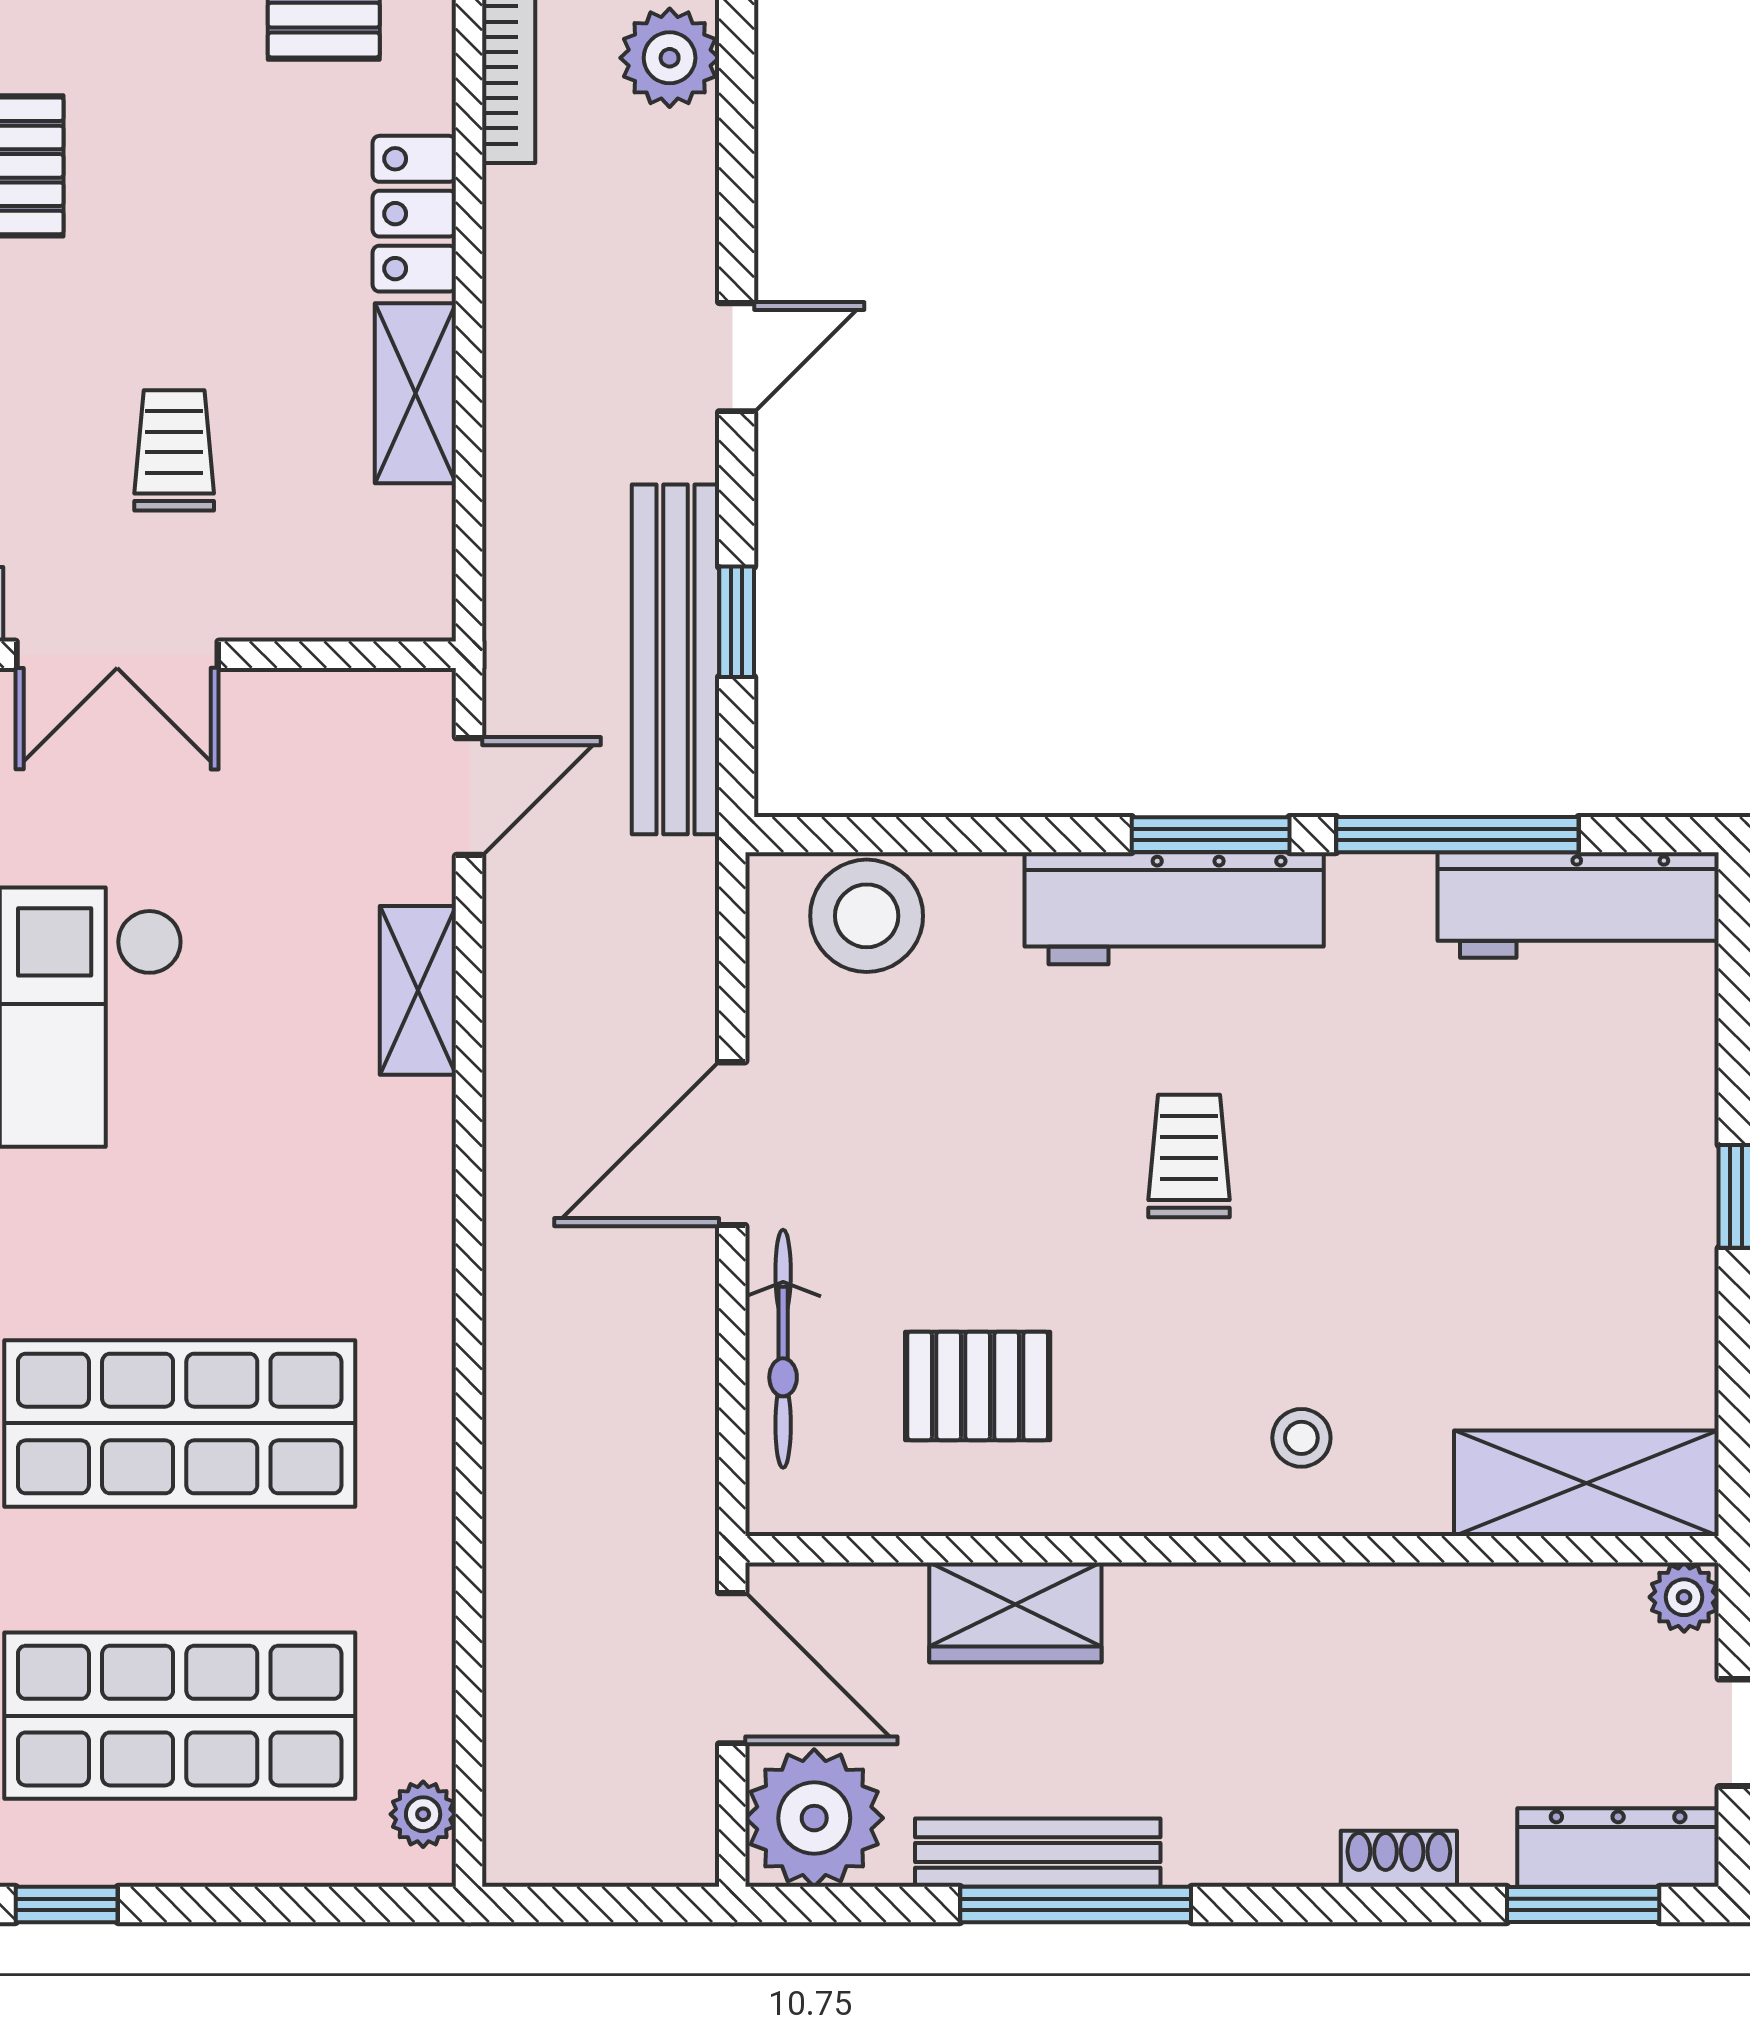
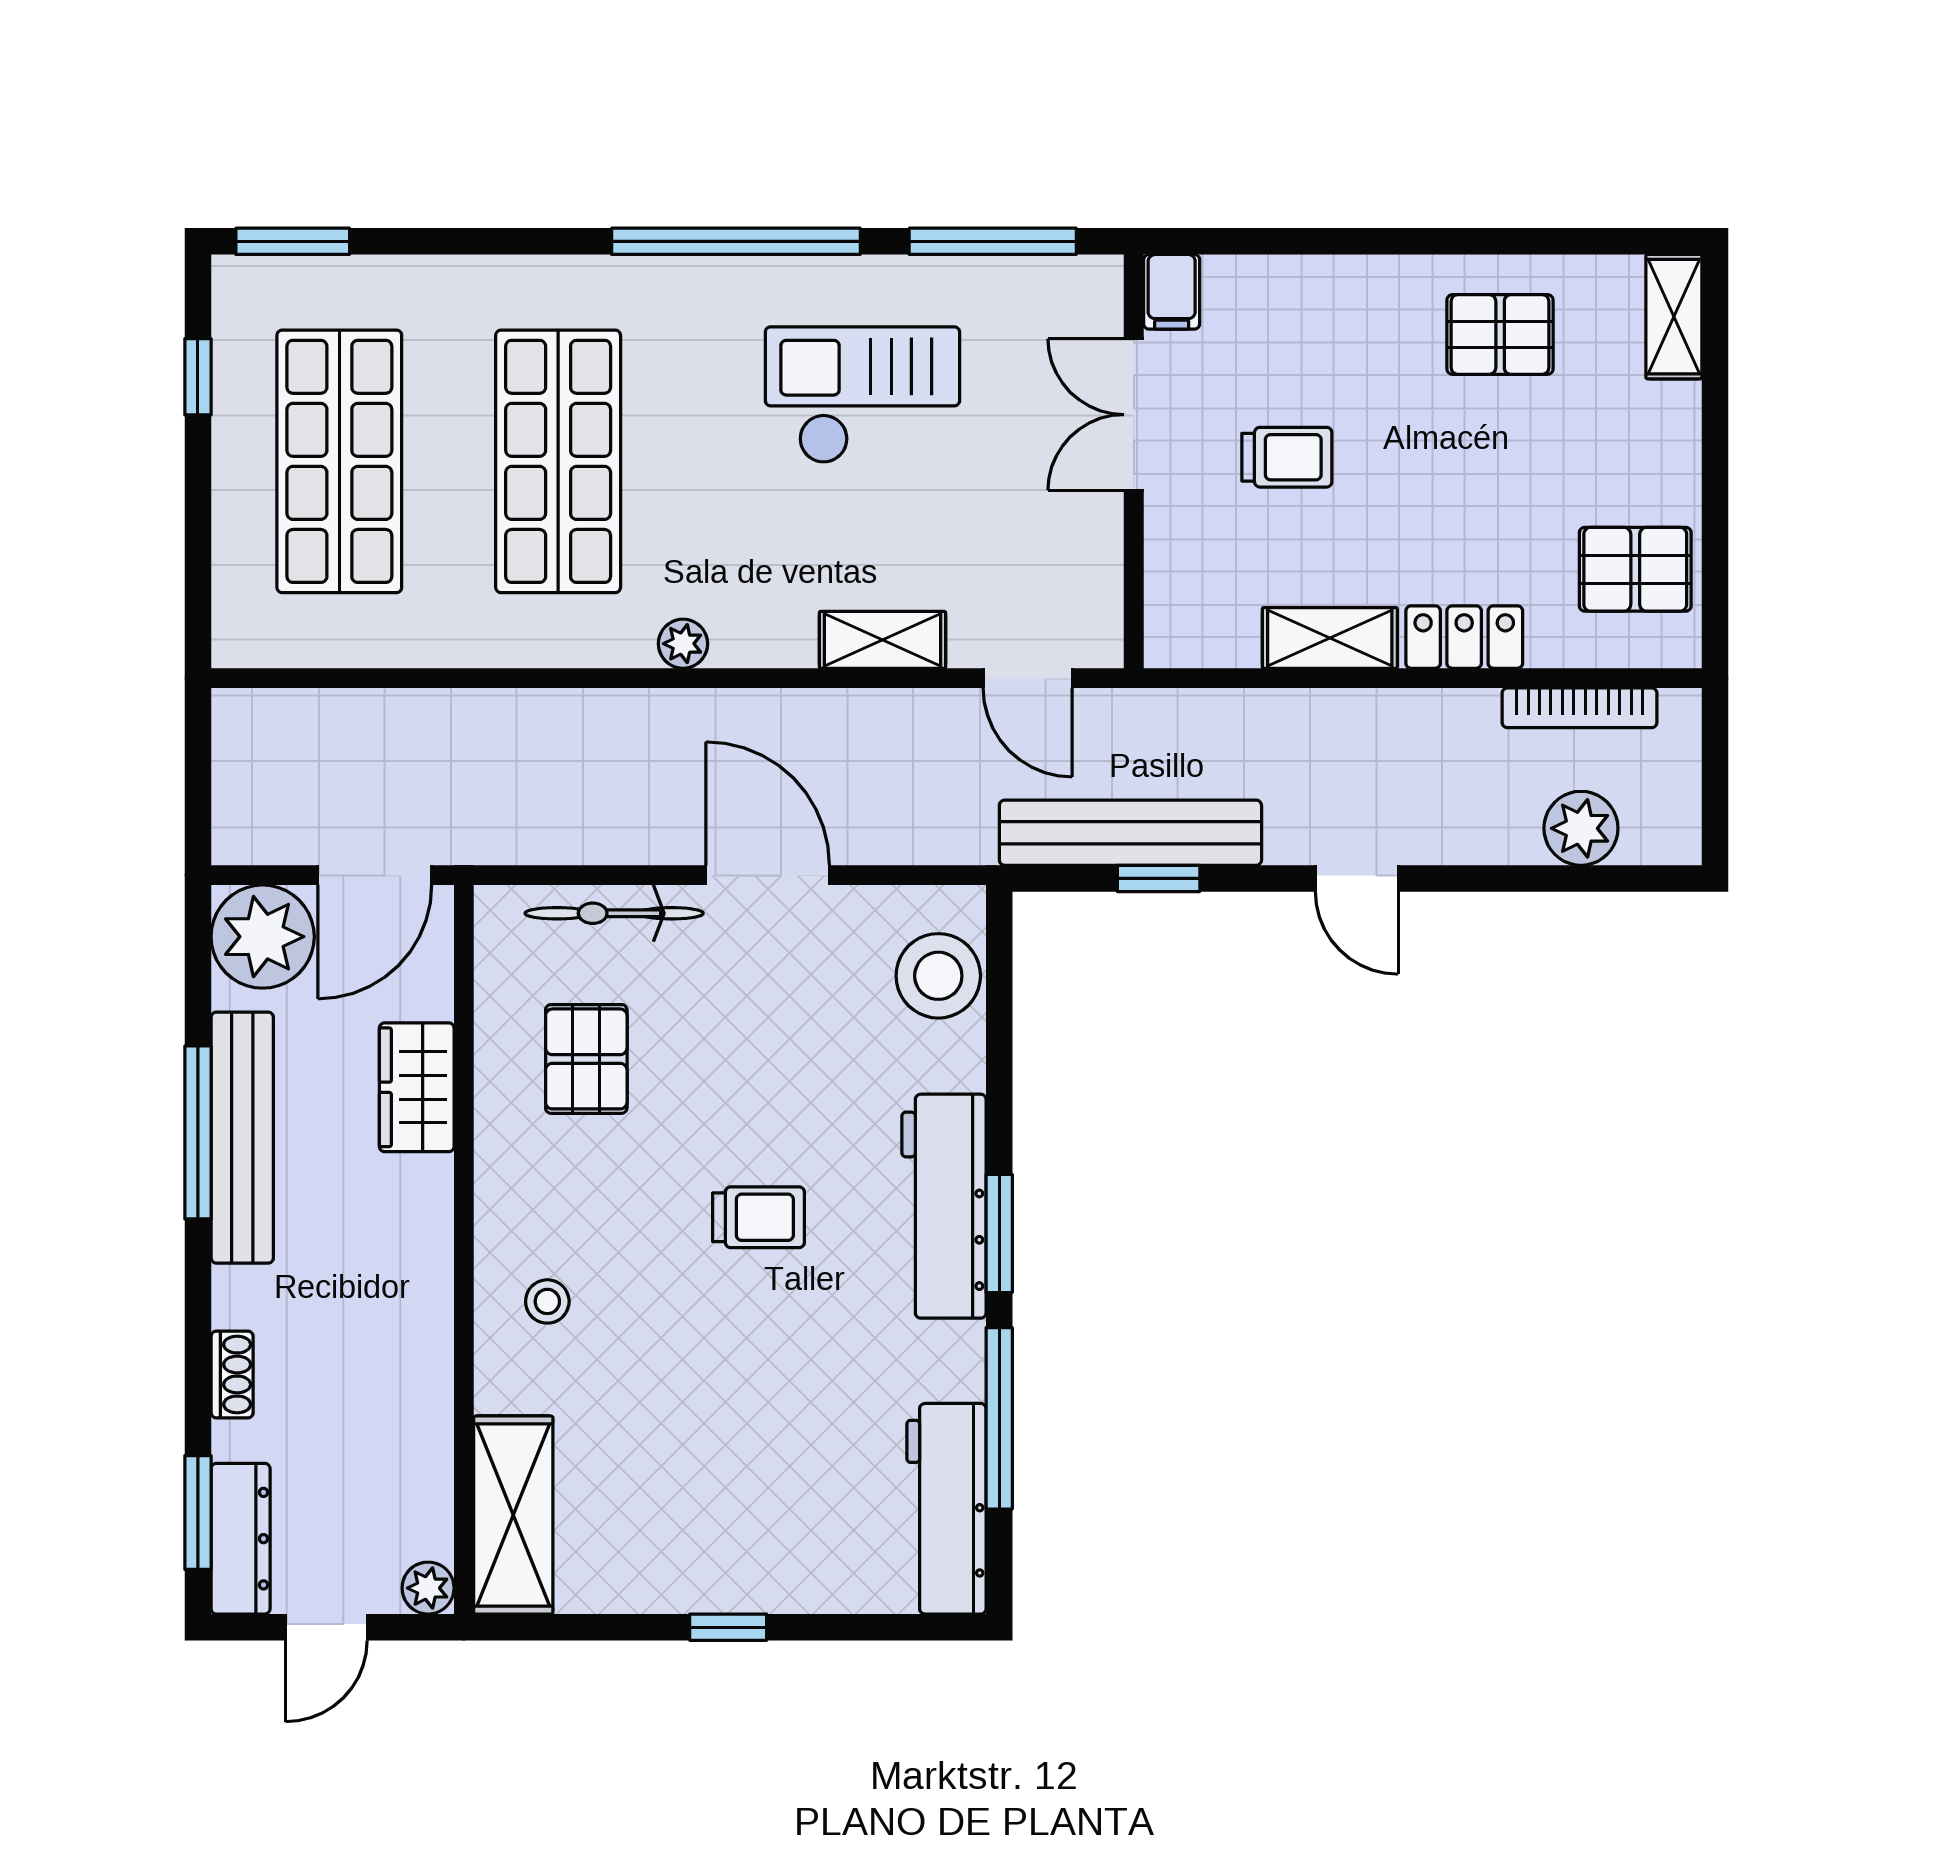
plant: (423, 1814) -> (683, 644), moved
bench: (1038, 1853) -> (242, 1138), width x1.37, depth x1.21

